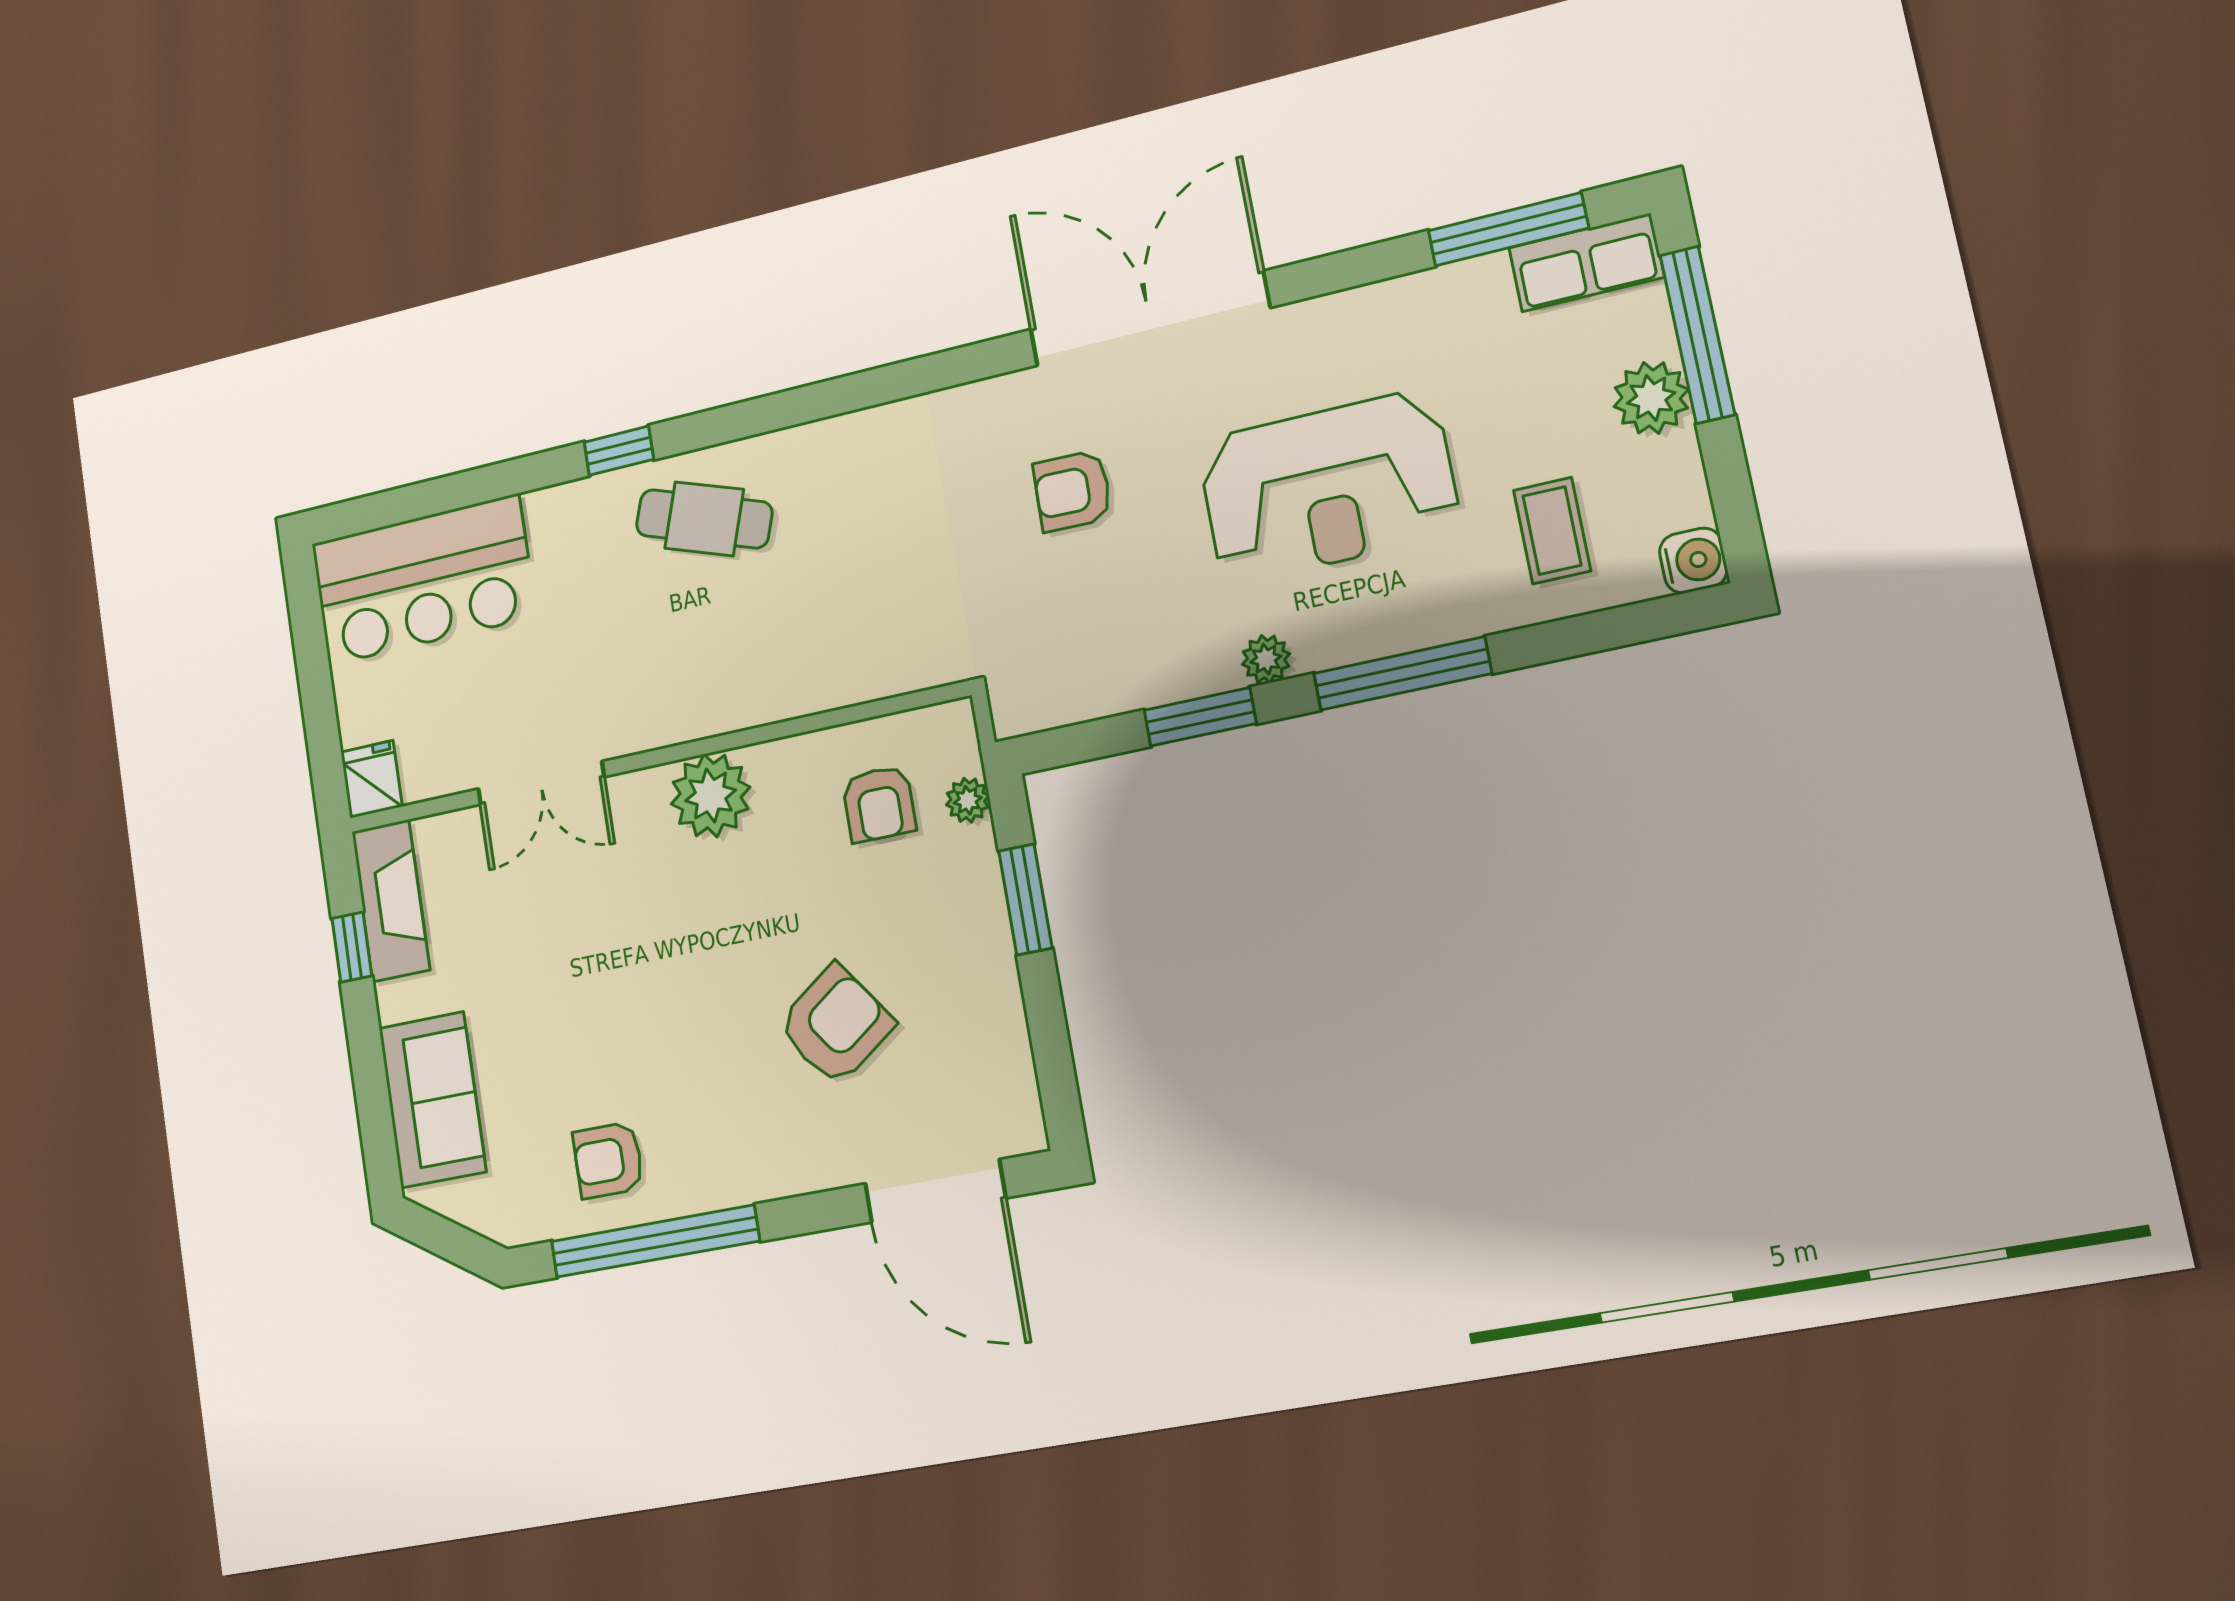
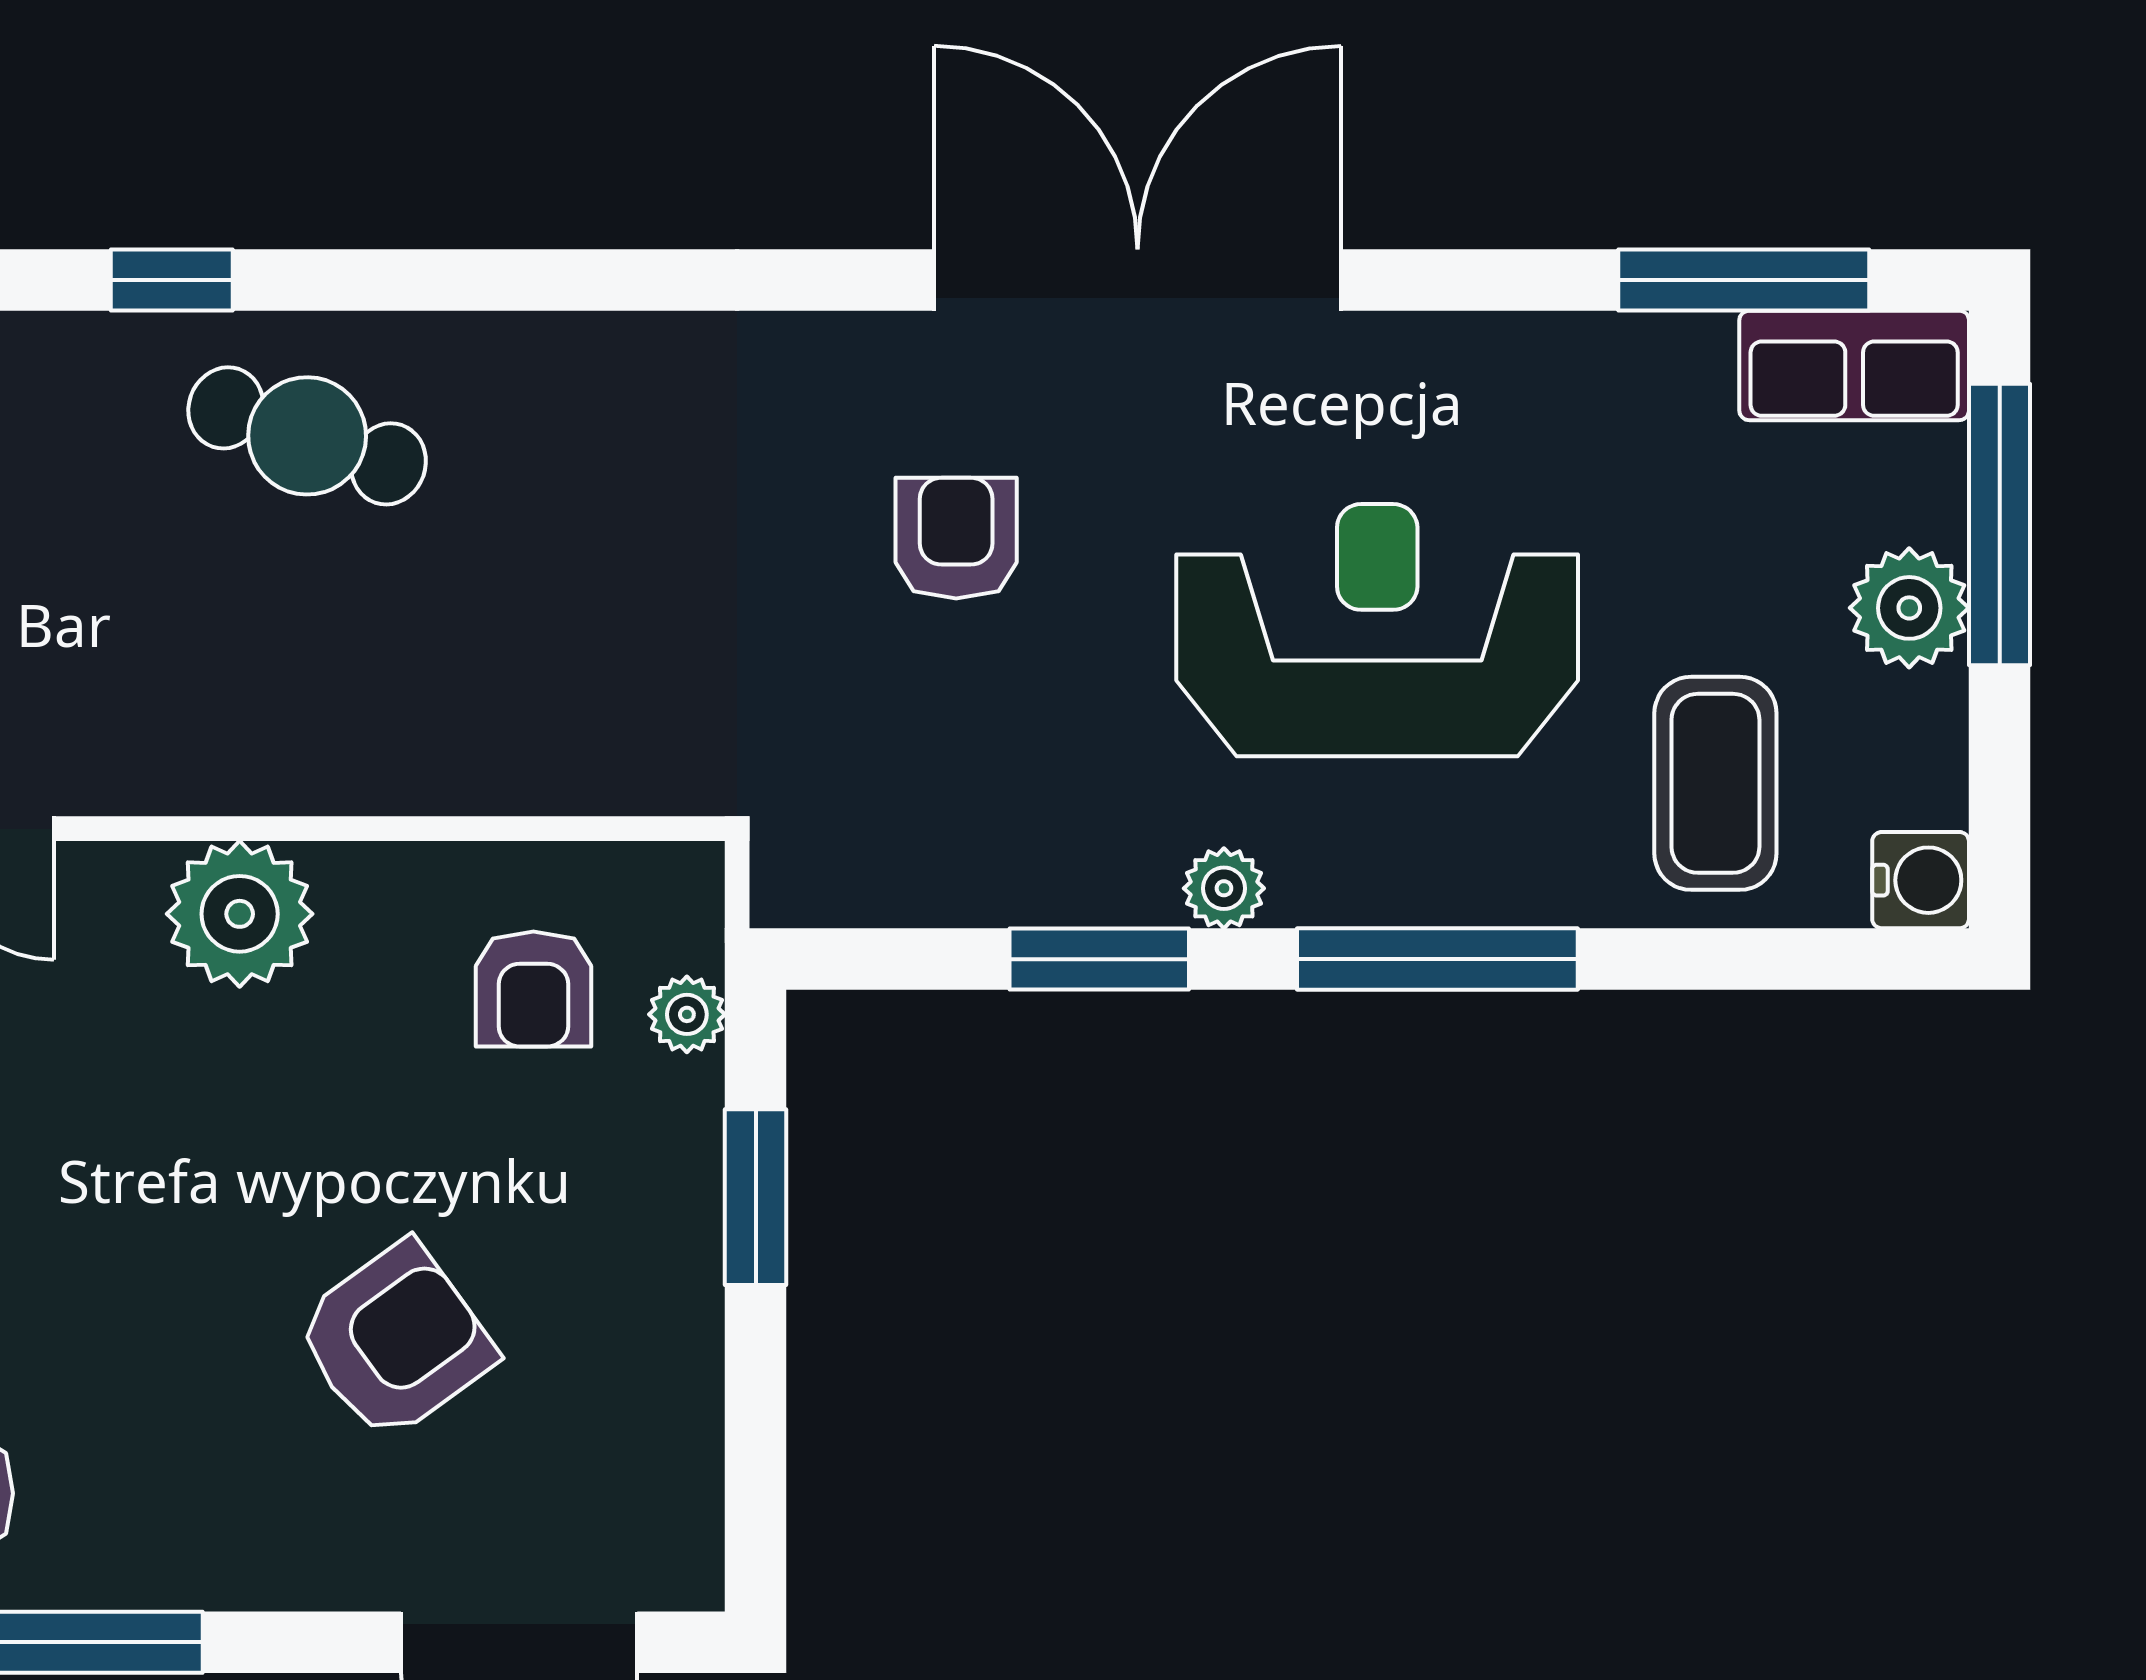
reception desk: (1328, 487) -> (1377, 630), turned 180
armchair: (1072, 491) -> (956, 538), turned 89
coffee table: (1552, 531) -> (1715, 783), width x1.36, depth x1.30

